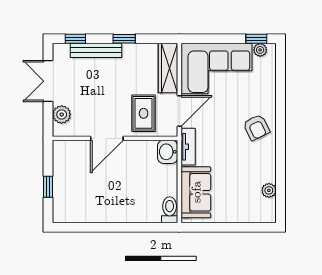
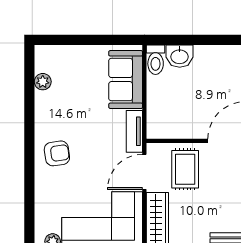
armchair: (256, 127) -> (57, 153), turned 108
washbasin: (168, 152) -> (180, 56), moved, turned 90

